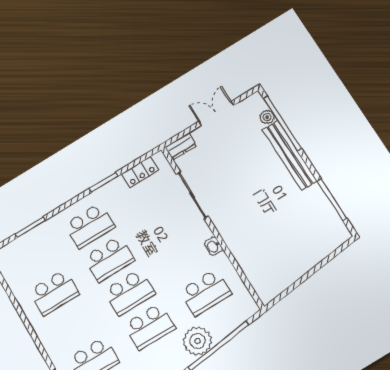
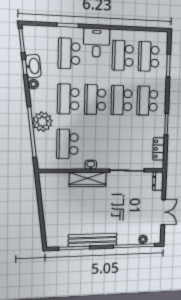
bench: (290, 155) -> (93, 240), moved
wardrobe: (234, 238) -> (88, 179), added
school desk: (35, 259) -> (149, 56), added
desk: (59, 335) -> (97, 43), added

